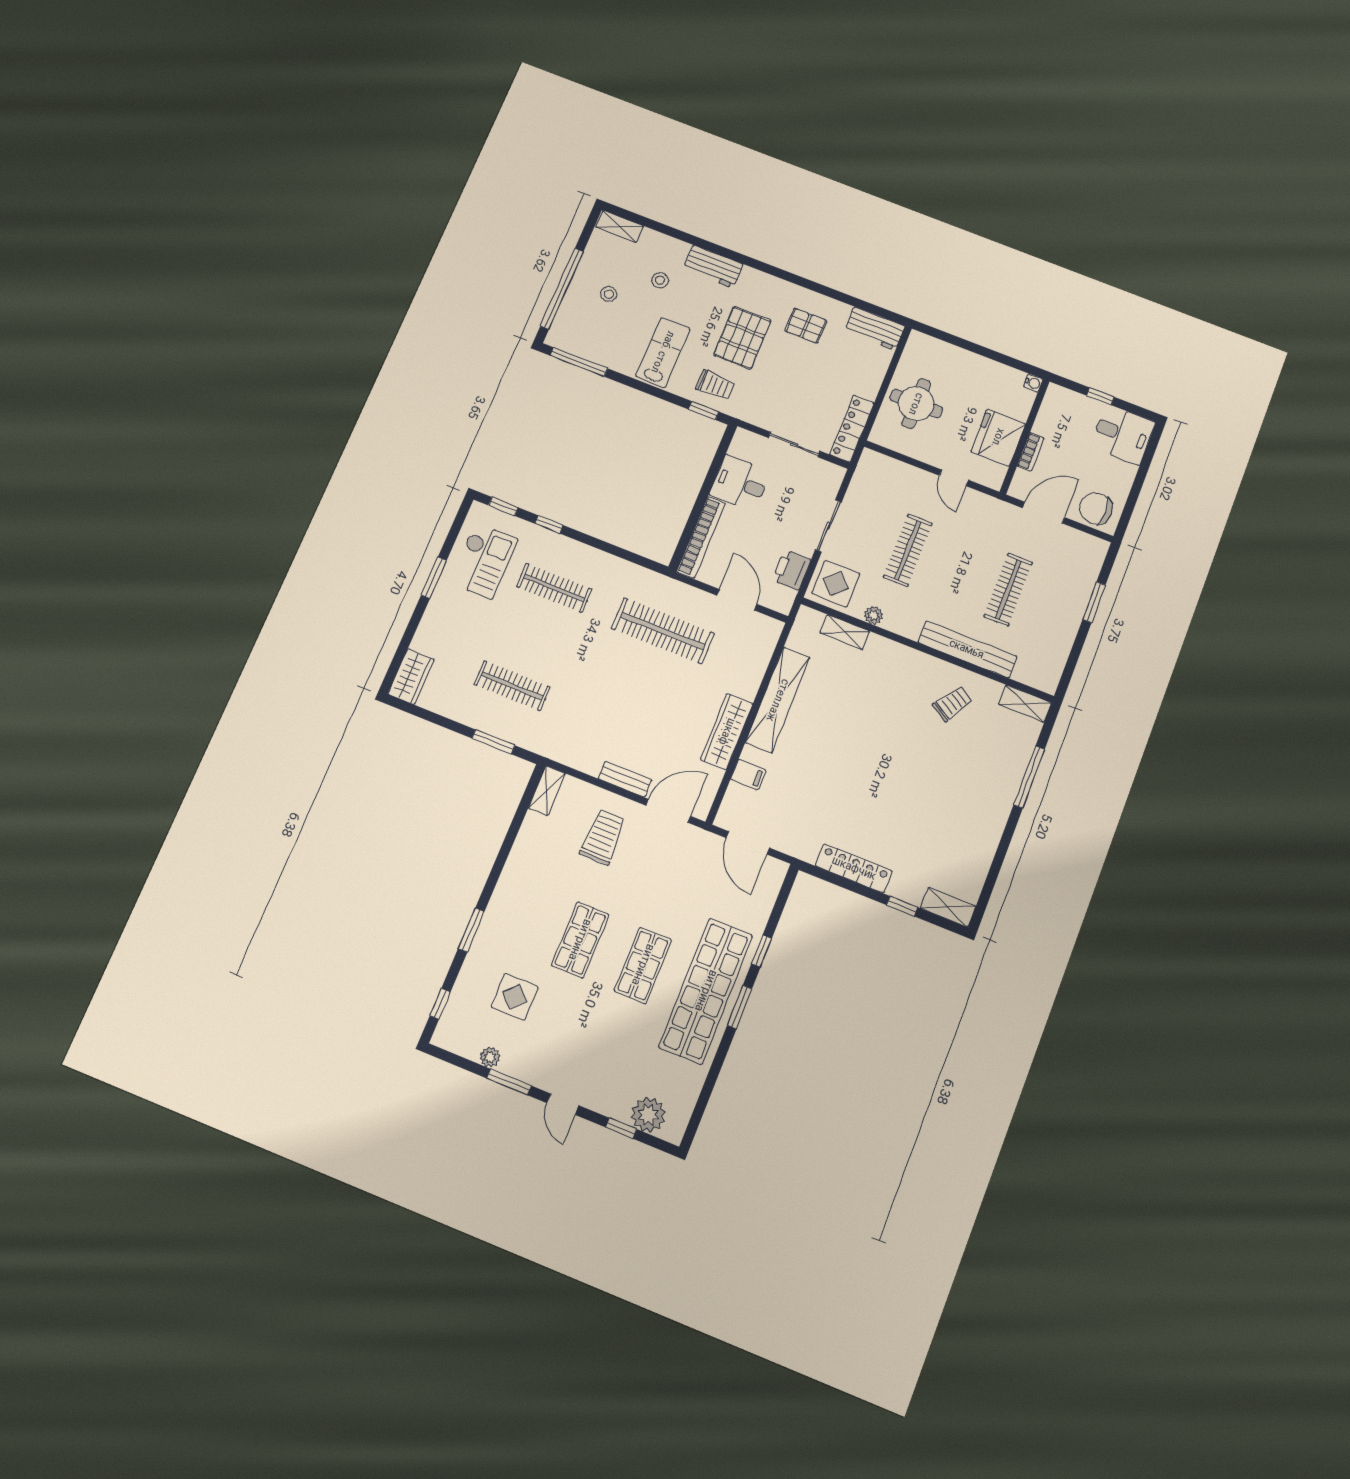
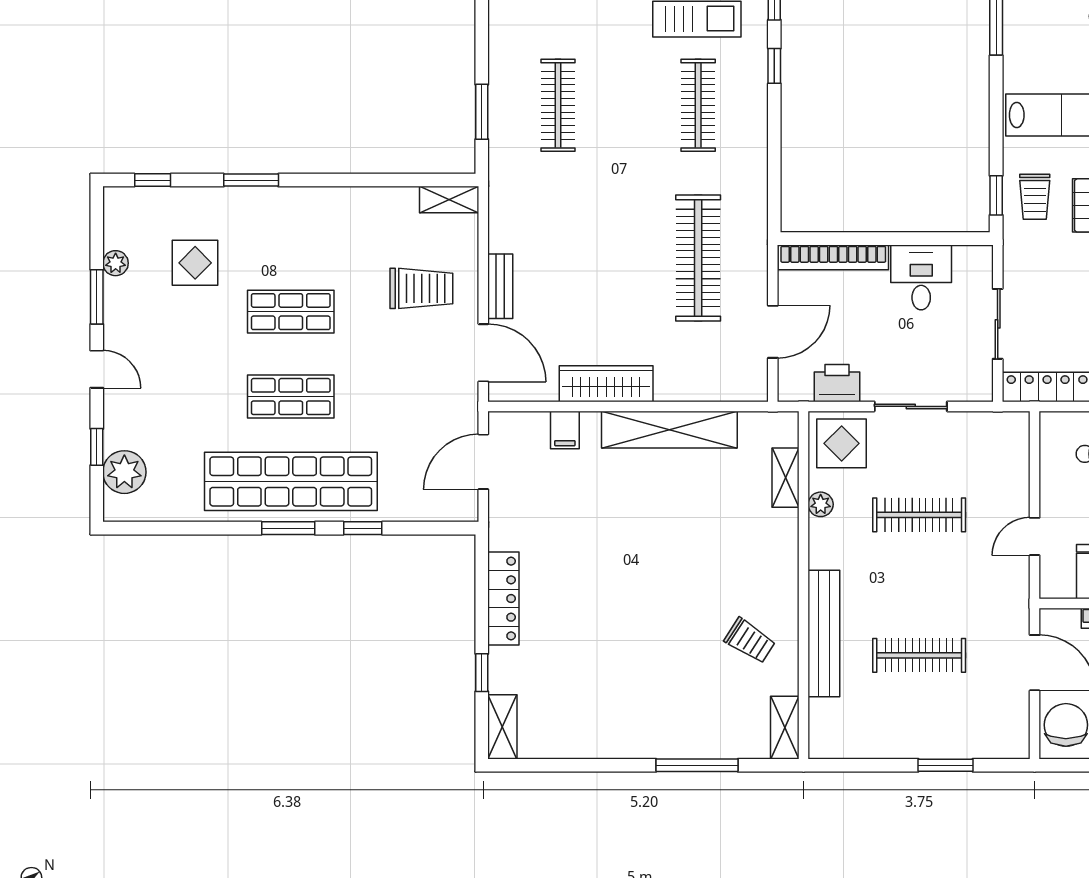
door: (563, 1104) -> (97, 369), swing flipped

